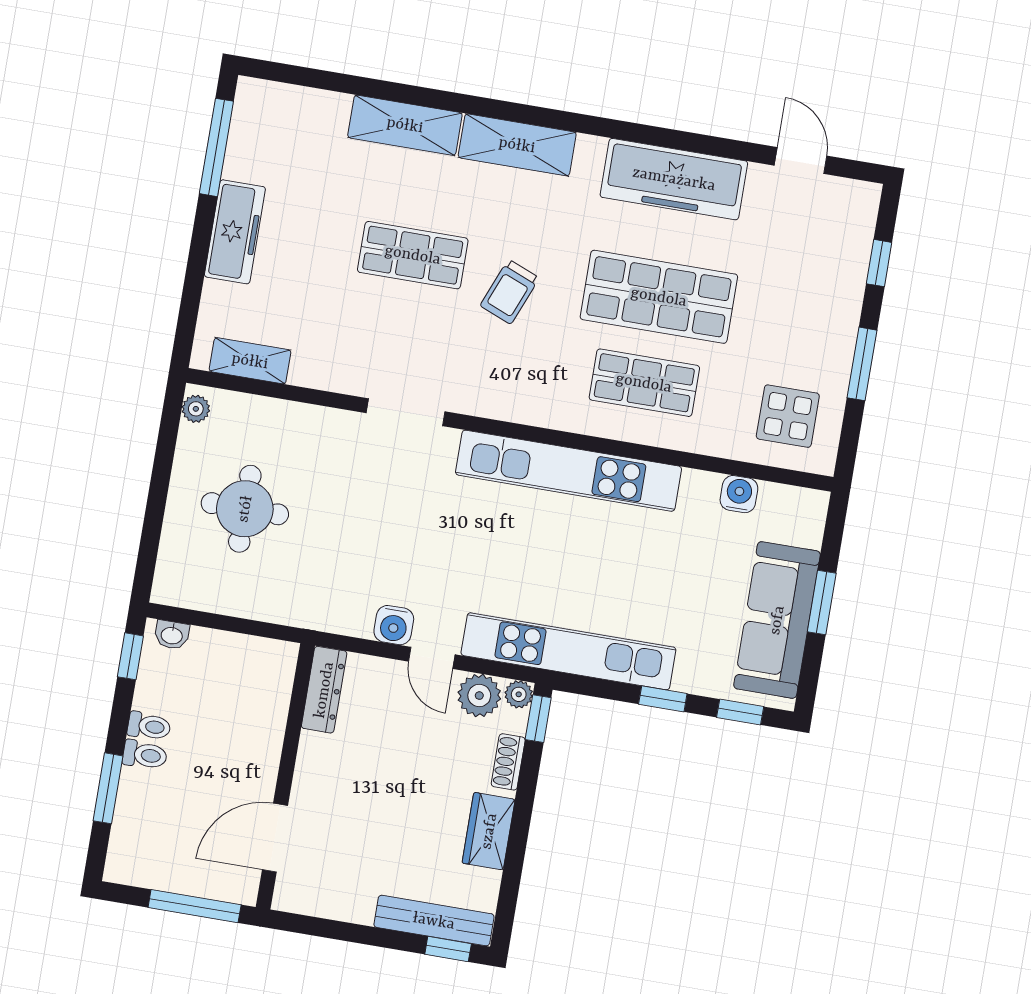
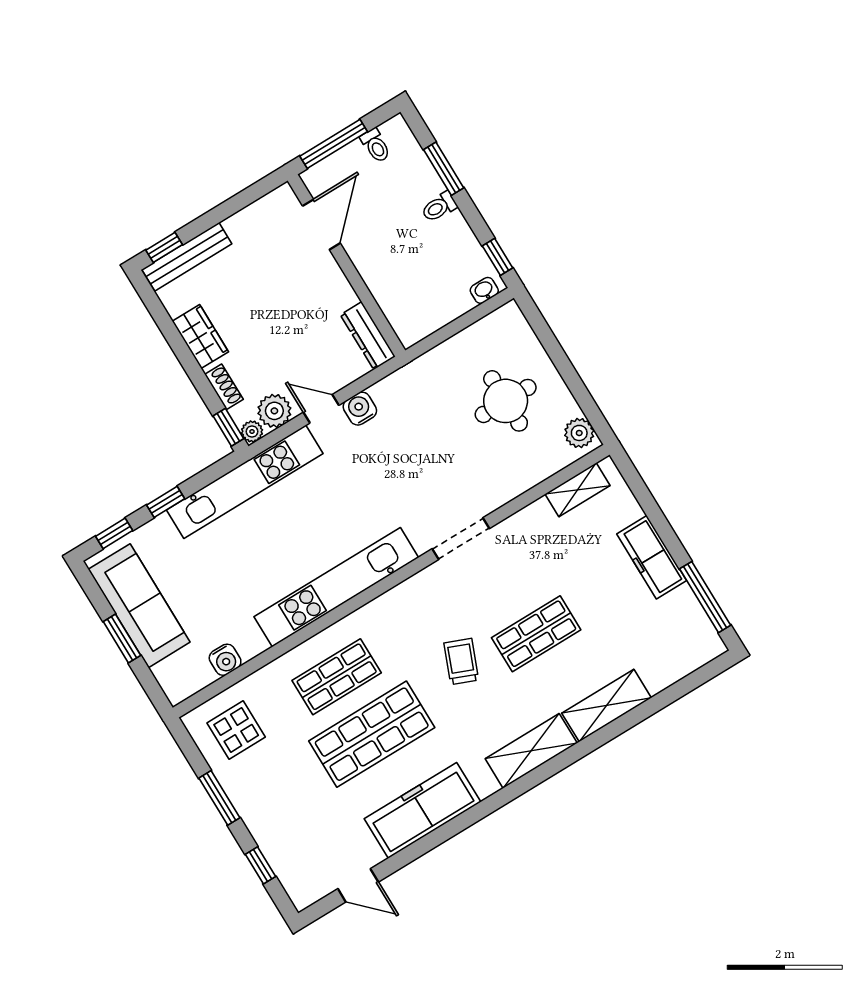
plant: (196, 409) -> (579, 433), width x1.38, depth x1.38
toilet: (149, 726) -> (376, 146), moved, turned -90

